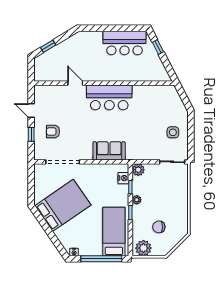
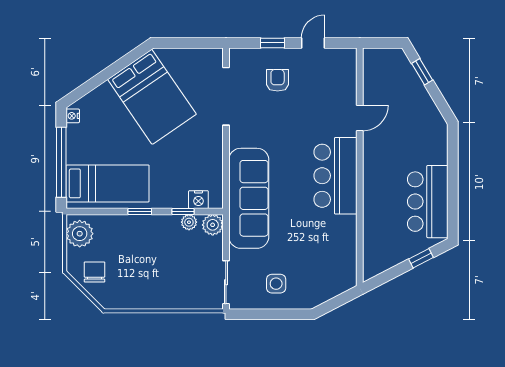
sofa: (109, 151) -> (249, 198), width x1.85, depth x1.27
plant: (137, 200) -> (189, 222), moved
chair: (159, 227) -> (95, 272), moved

